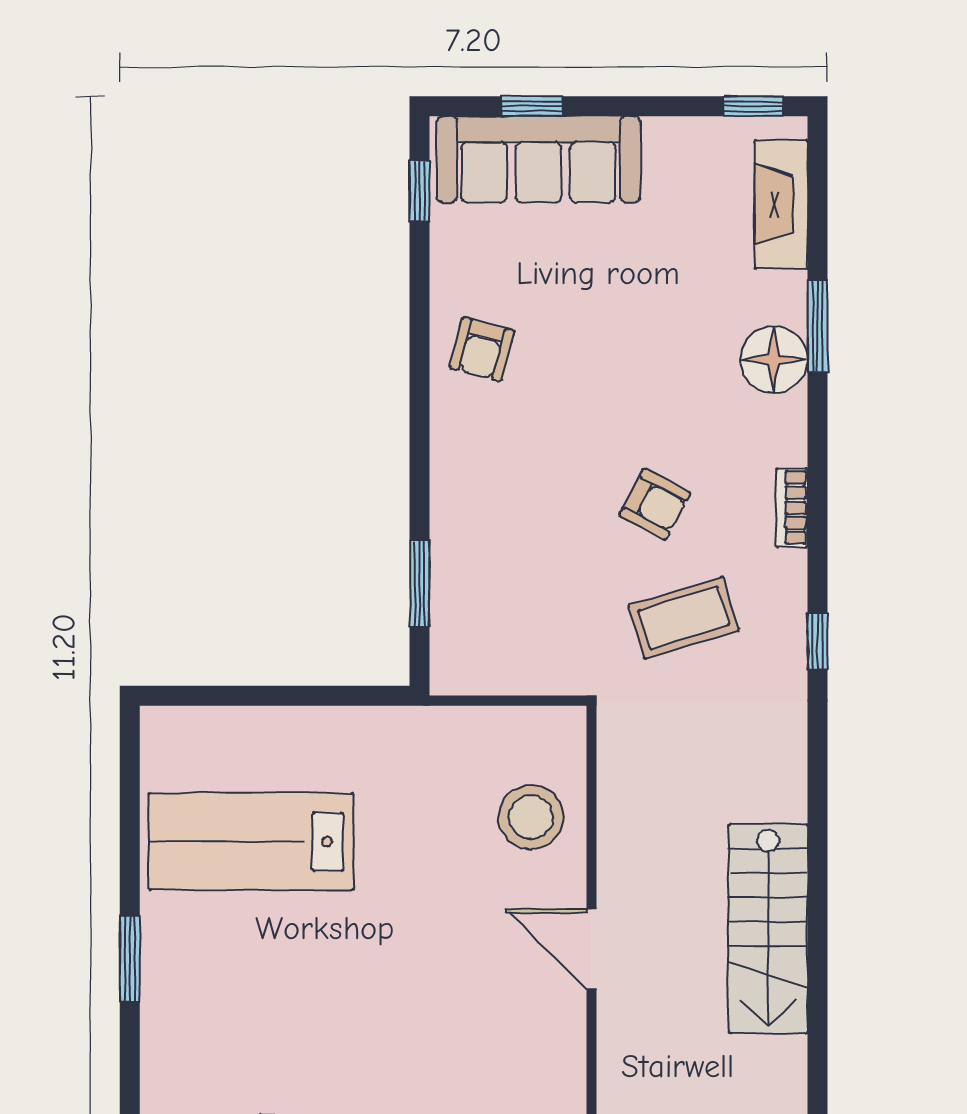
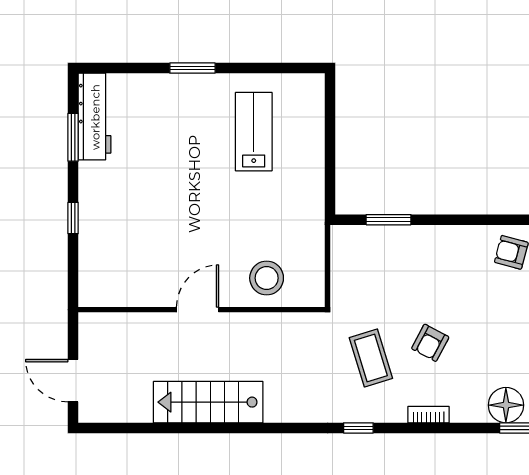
lab bench: (251, 842) -> (254, 132), width x0.73, depth x0.72

